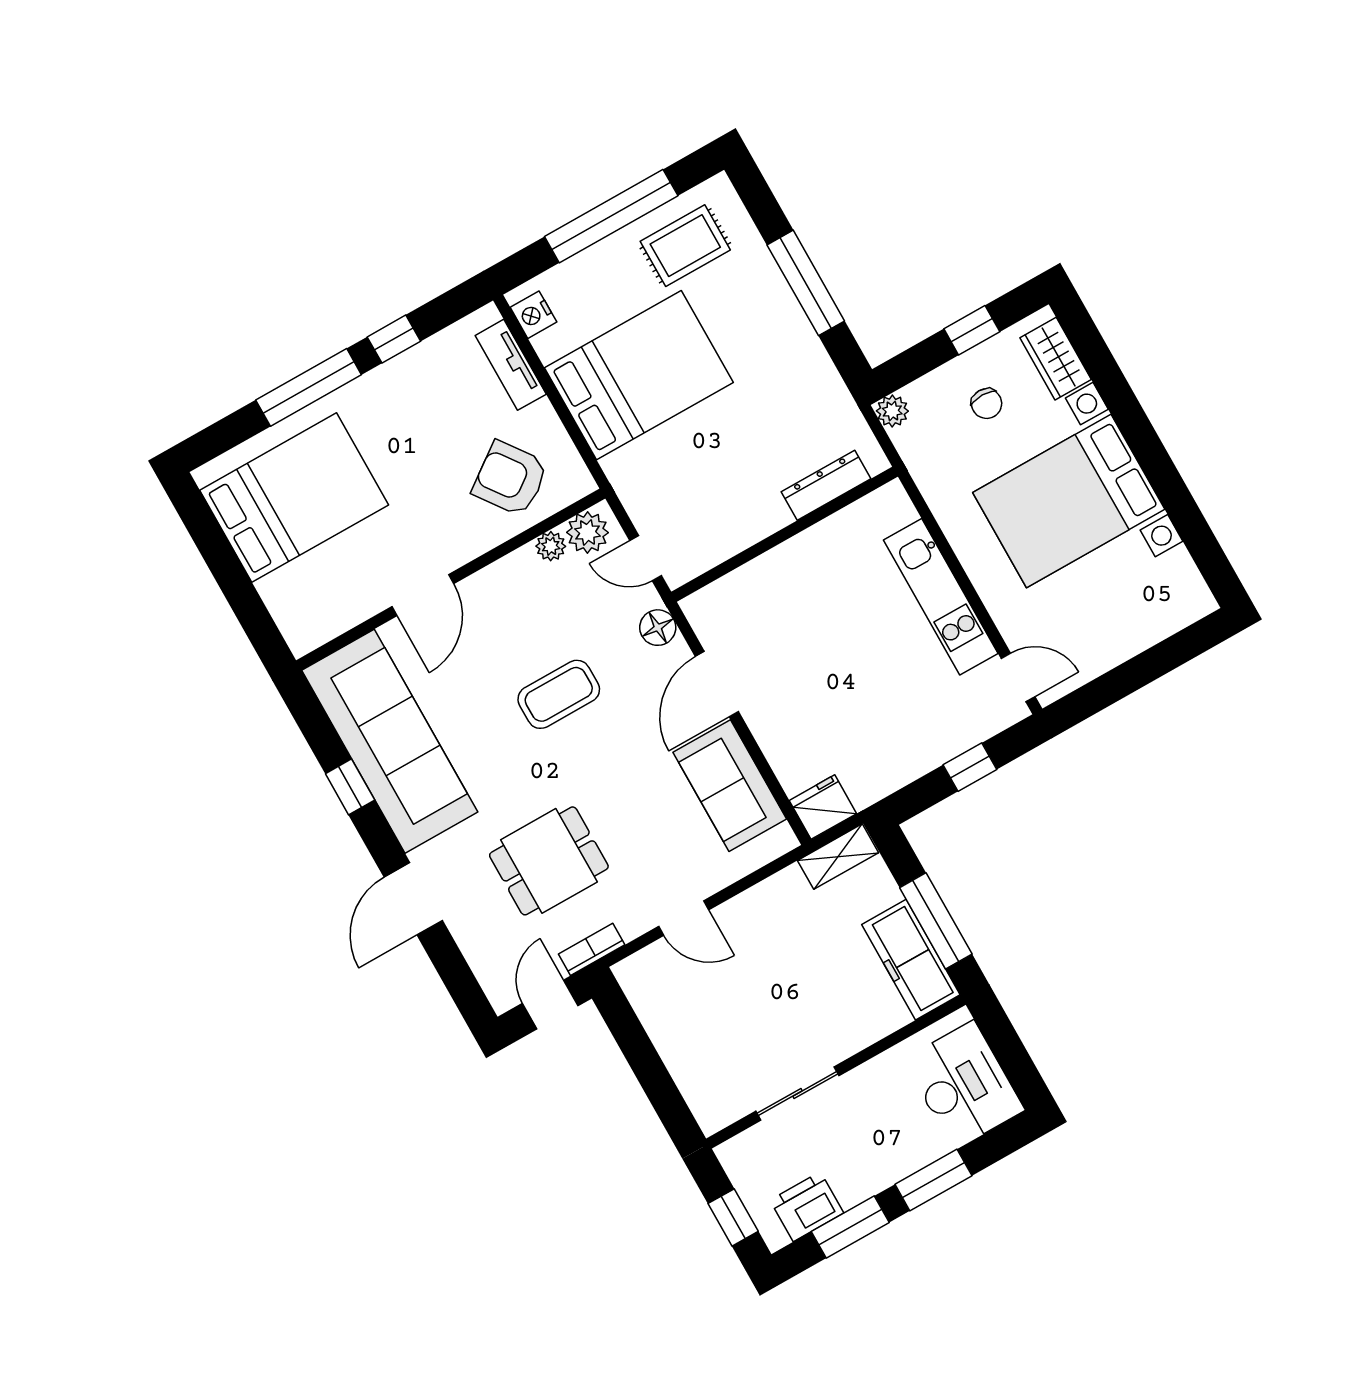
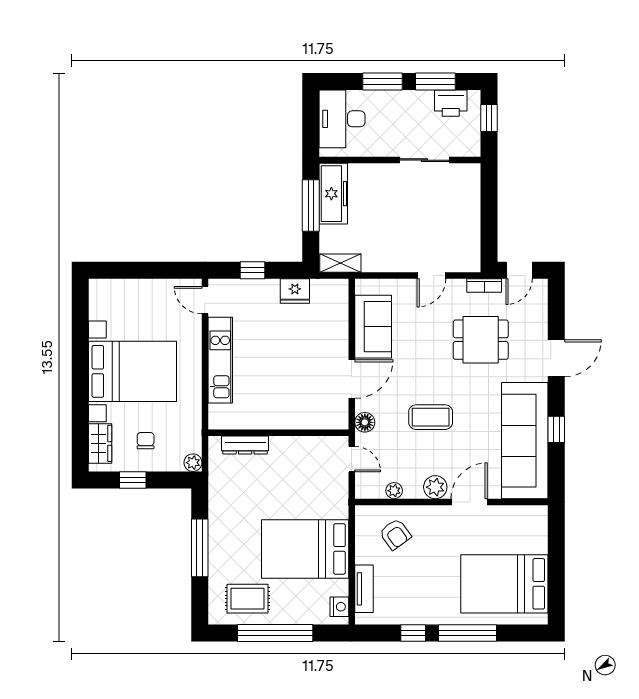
armchair: (510, 479) -> (395, 534), width x0.72, depth x0.72
plant: (588, 532) -> (435, 487), moved
fridge: (823, 807) -> (295, 291), moved
door: (684, 918) -> (431, 275), swing flipped

